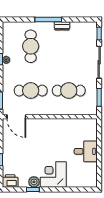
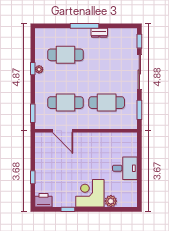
cafe table: (31, 46) -> (66, 55), turned 90
door: (16, 117) -> (63, 131), moved
plant: (34, 182) -> (111, 201), moved

